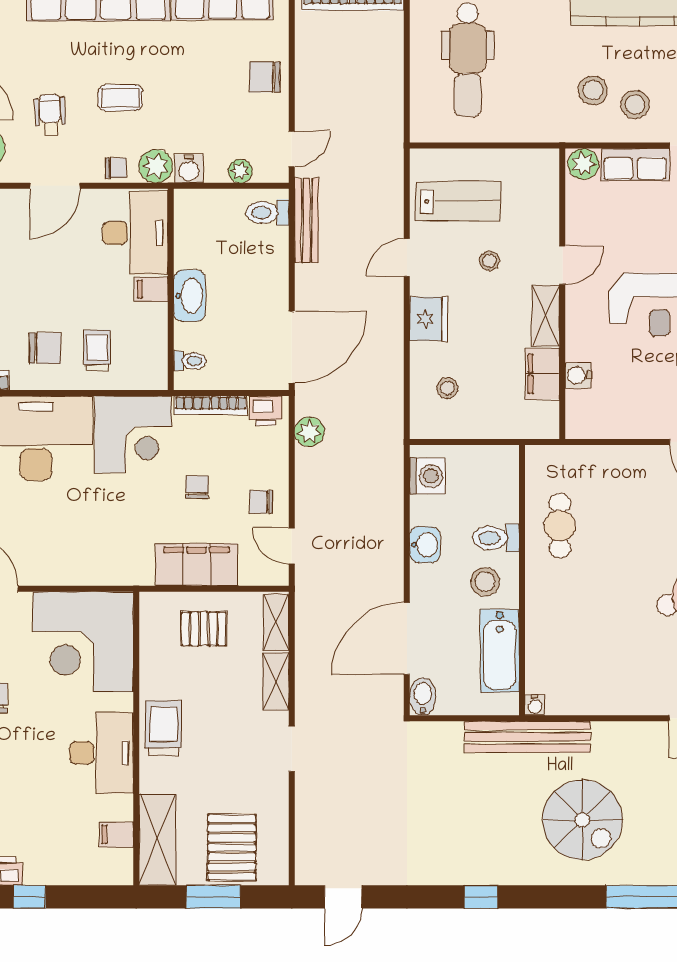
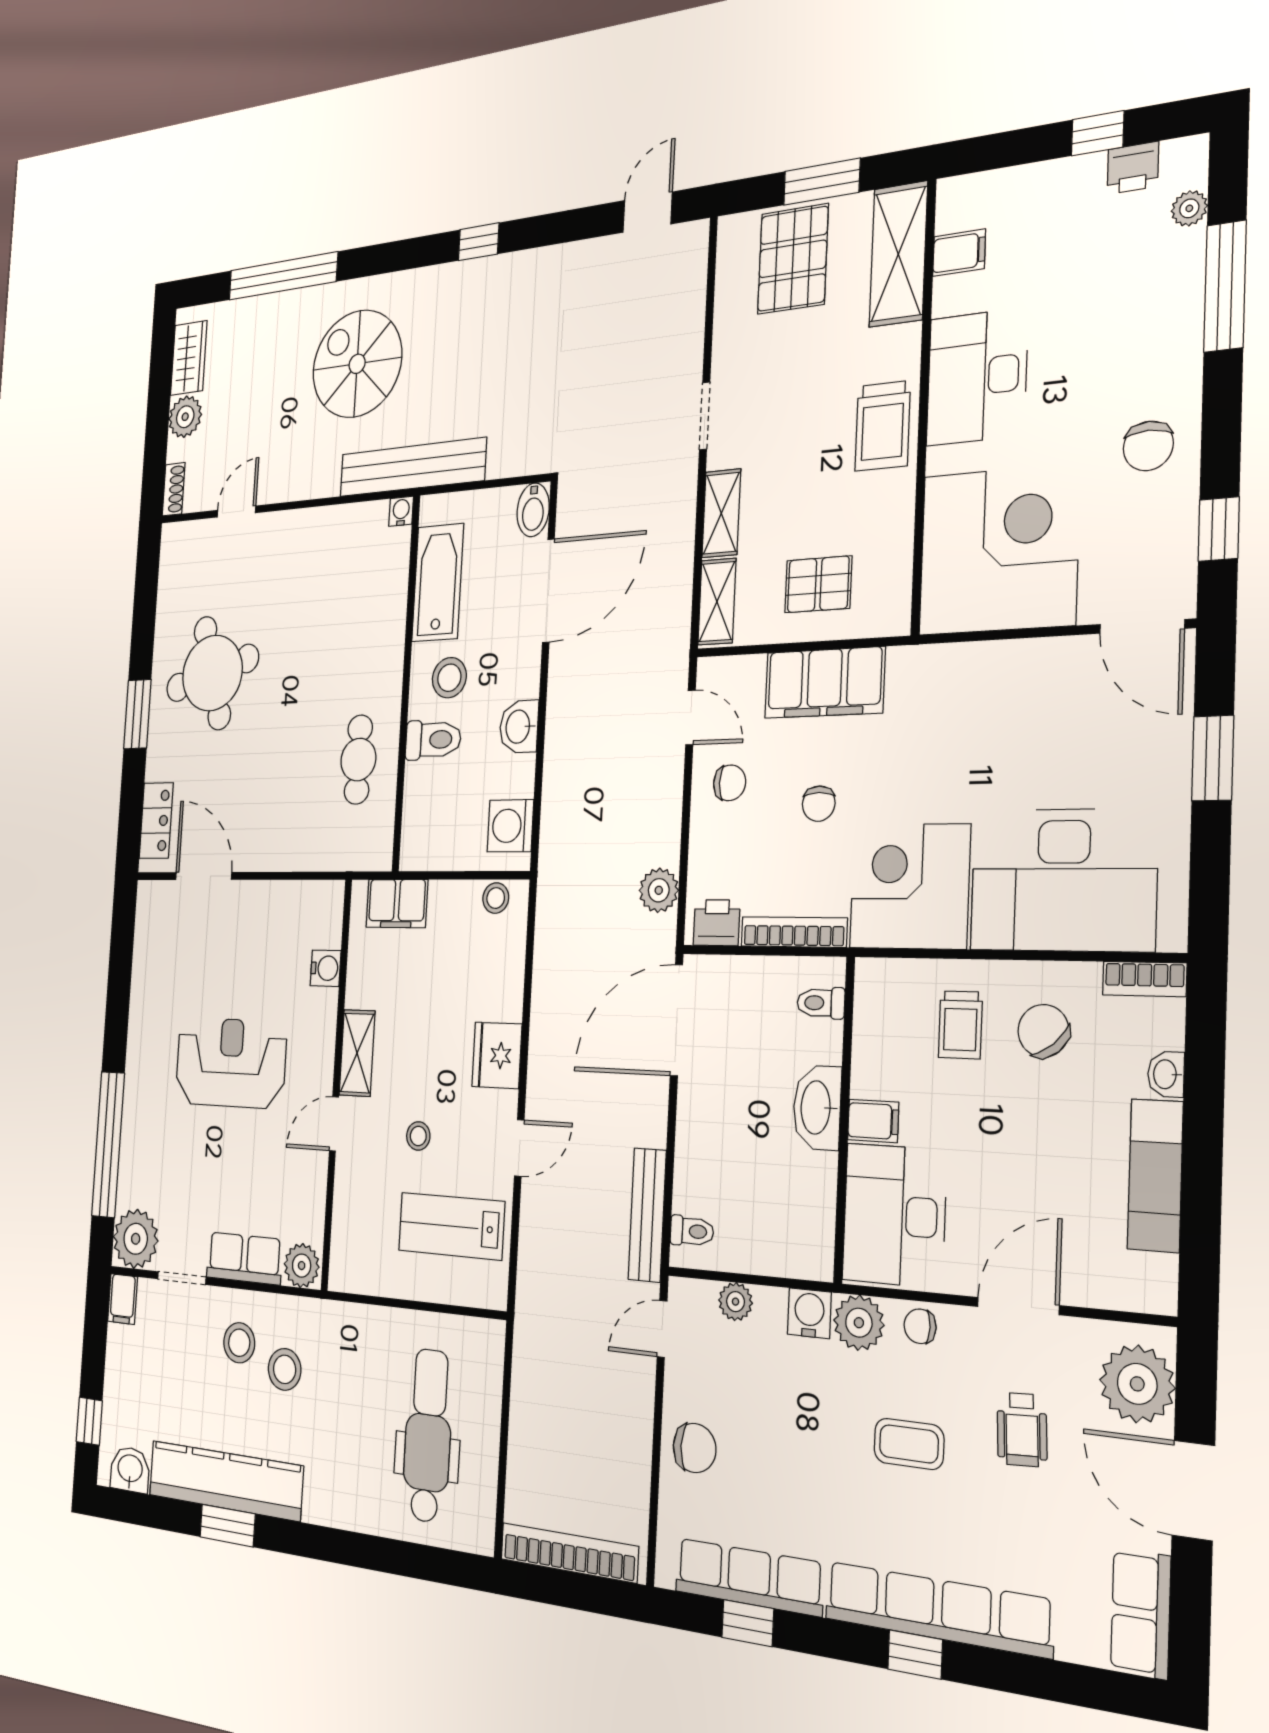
toilet: (267, 212) -> (692, 1231), width x0.73, depth x0.72
chair: (45, 348) -> (1043, 1031), turned 50
filing cabinet: (542, 374) -> (397, 903), moved, turned 90
stool: (447, 388) -> (496, 898), moved

